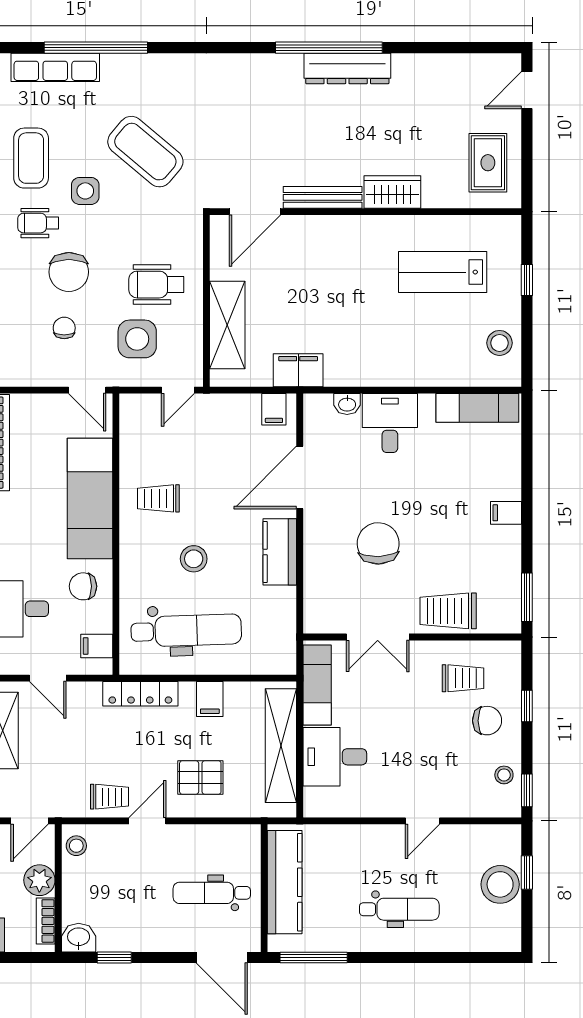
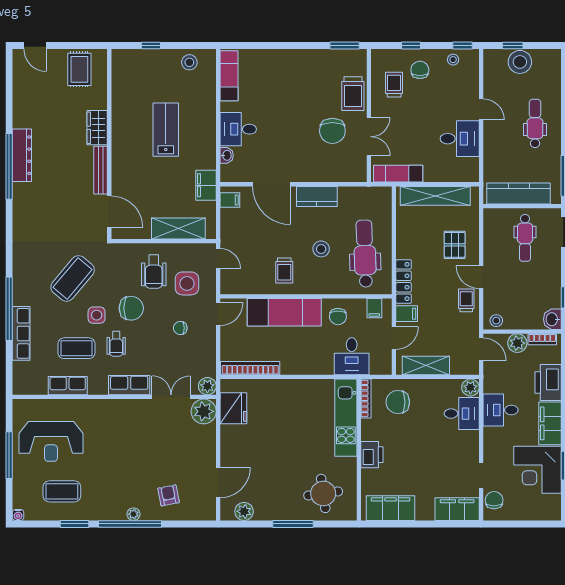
rug: (488, 163) -> (79, 69), turned 90
chair: (69, 272) -> (131, 308), moved
lab bench: (443, 272) -> (166, 130), moved, turned 180
filing cabinet: (506, 513) -> (293, 58), removed
chair: (378, 543) -> (332, 131), moved, turned -88
filing cabinet: (210, 699) -> (407, 314), moved
desk: (335, 757) -> (460, 139), moved, turned -90

